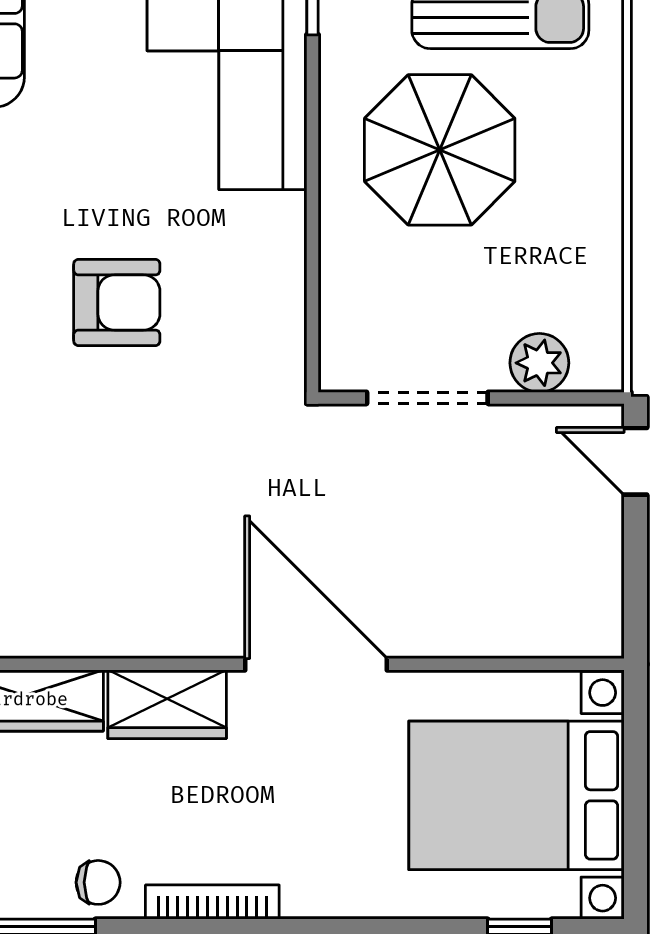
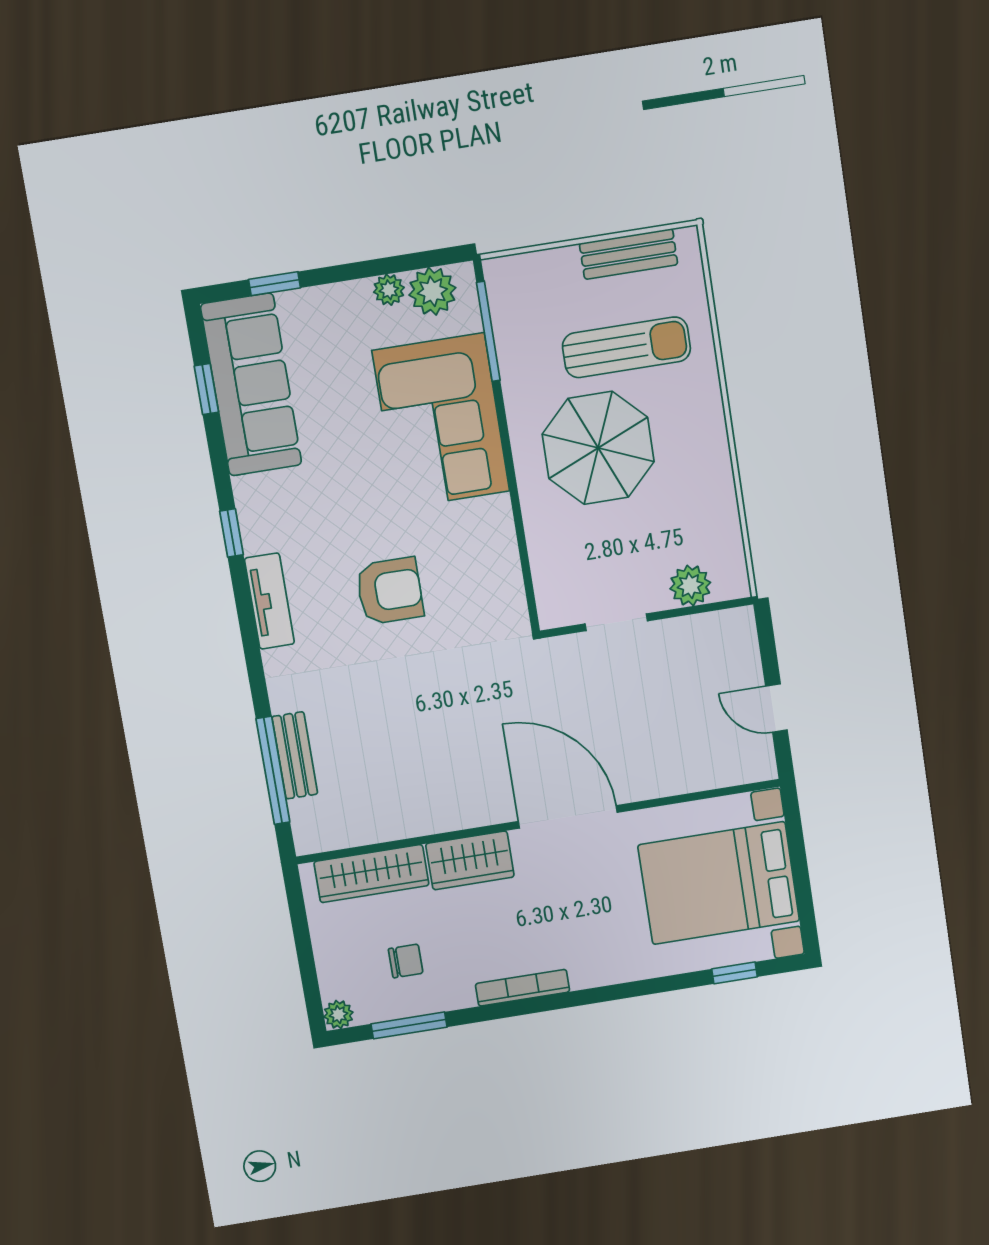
doorway: (427, 398) -> (616, 622), width x0.73
door: (635, 461) -> (776, 708), moved
chair: (98, 882) -> (406, 961), moved

